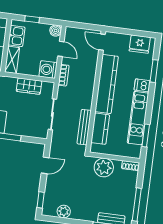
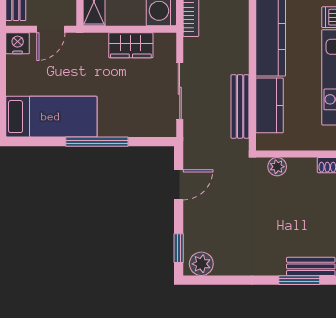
plant: (104, 167) -> (277, 167), width x0.53, depth x0.53
plant: (64, 211) -> (201, 264), moved

